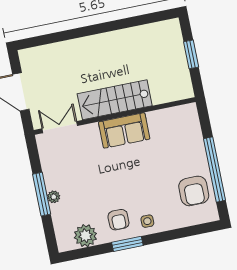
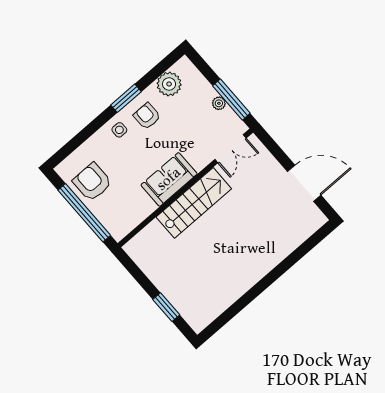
stairs: (115, 100) -> (194, 203), moved
wall: (115, 116) -> (185, 188), moved
double door: (60, 127) -> (230, 149), moved
sofa: (124, 130) -> (169, 179), moved

